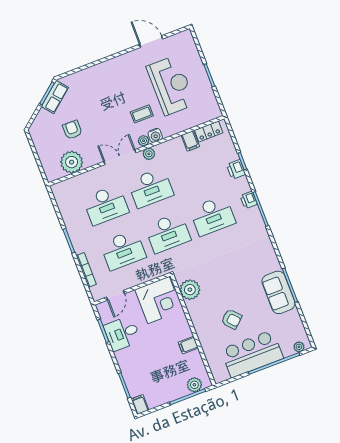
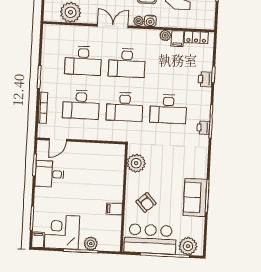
plant: (149, 154) -> (165, 35), moved
printer: (249, 200) -> (203, 128), moved
plant: (190, 290) -> (136, 163), moved
corner desk: (159, 300) -> (62, 232), moved, turned 180
wall: (193, 330) -> (124, 198), moved
filing cabinet: (188, 345) -> (114, 209), moved
plant: (299, 347) -> (188, 246), width x1.87, depth x1.87

